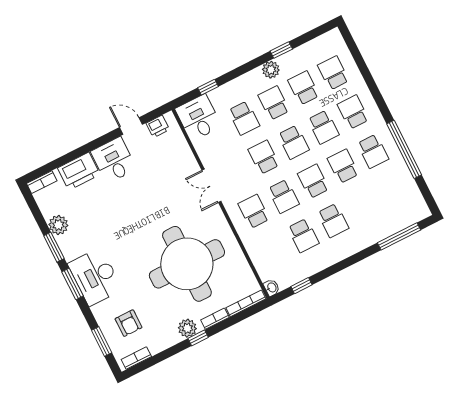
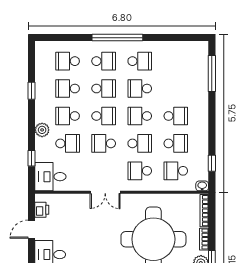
plant: (271, 70) -> (42, 130), moved
school desk: (353, 112) -> (104, 61), turned 180
window: (404, 149) -> (117, 38), moved
school desk: (274, 251) -> (176, 171), added

